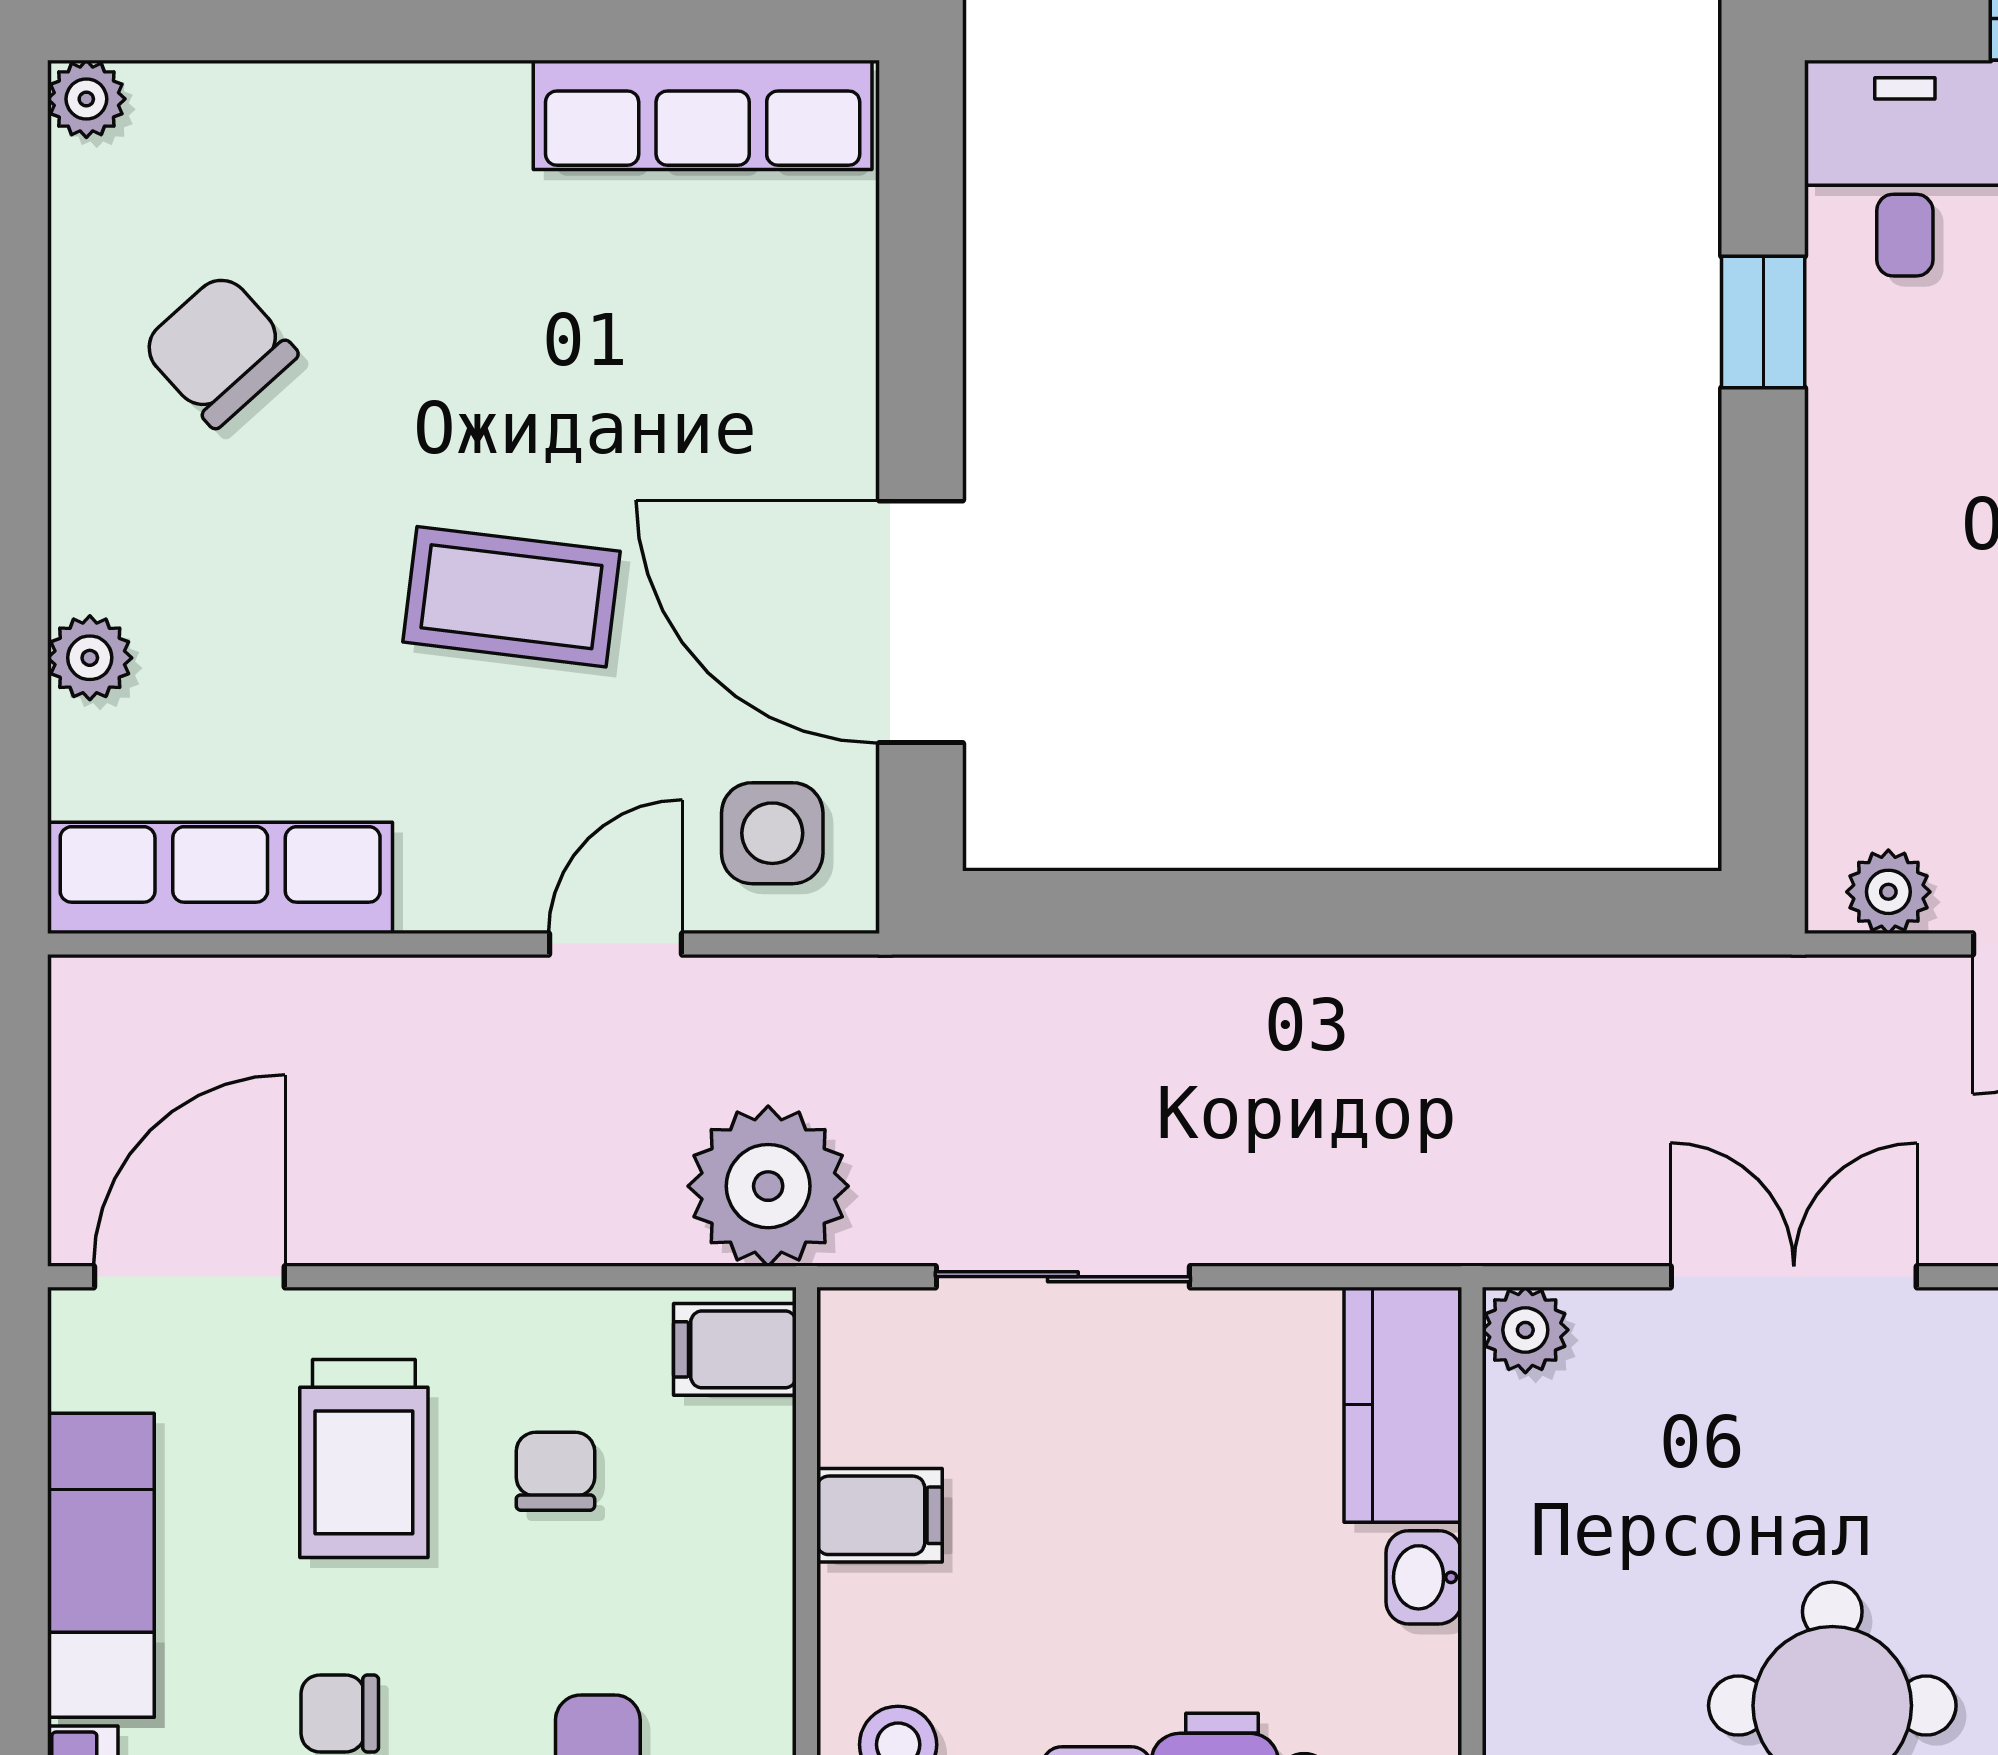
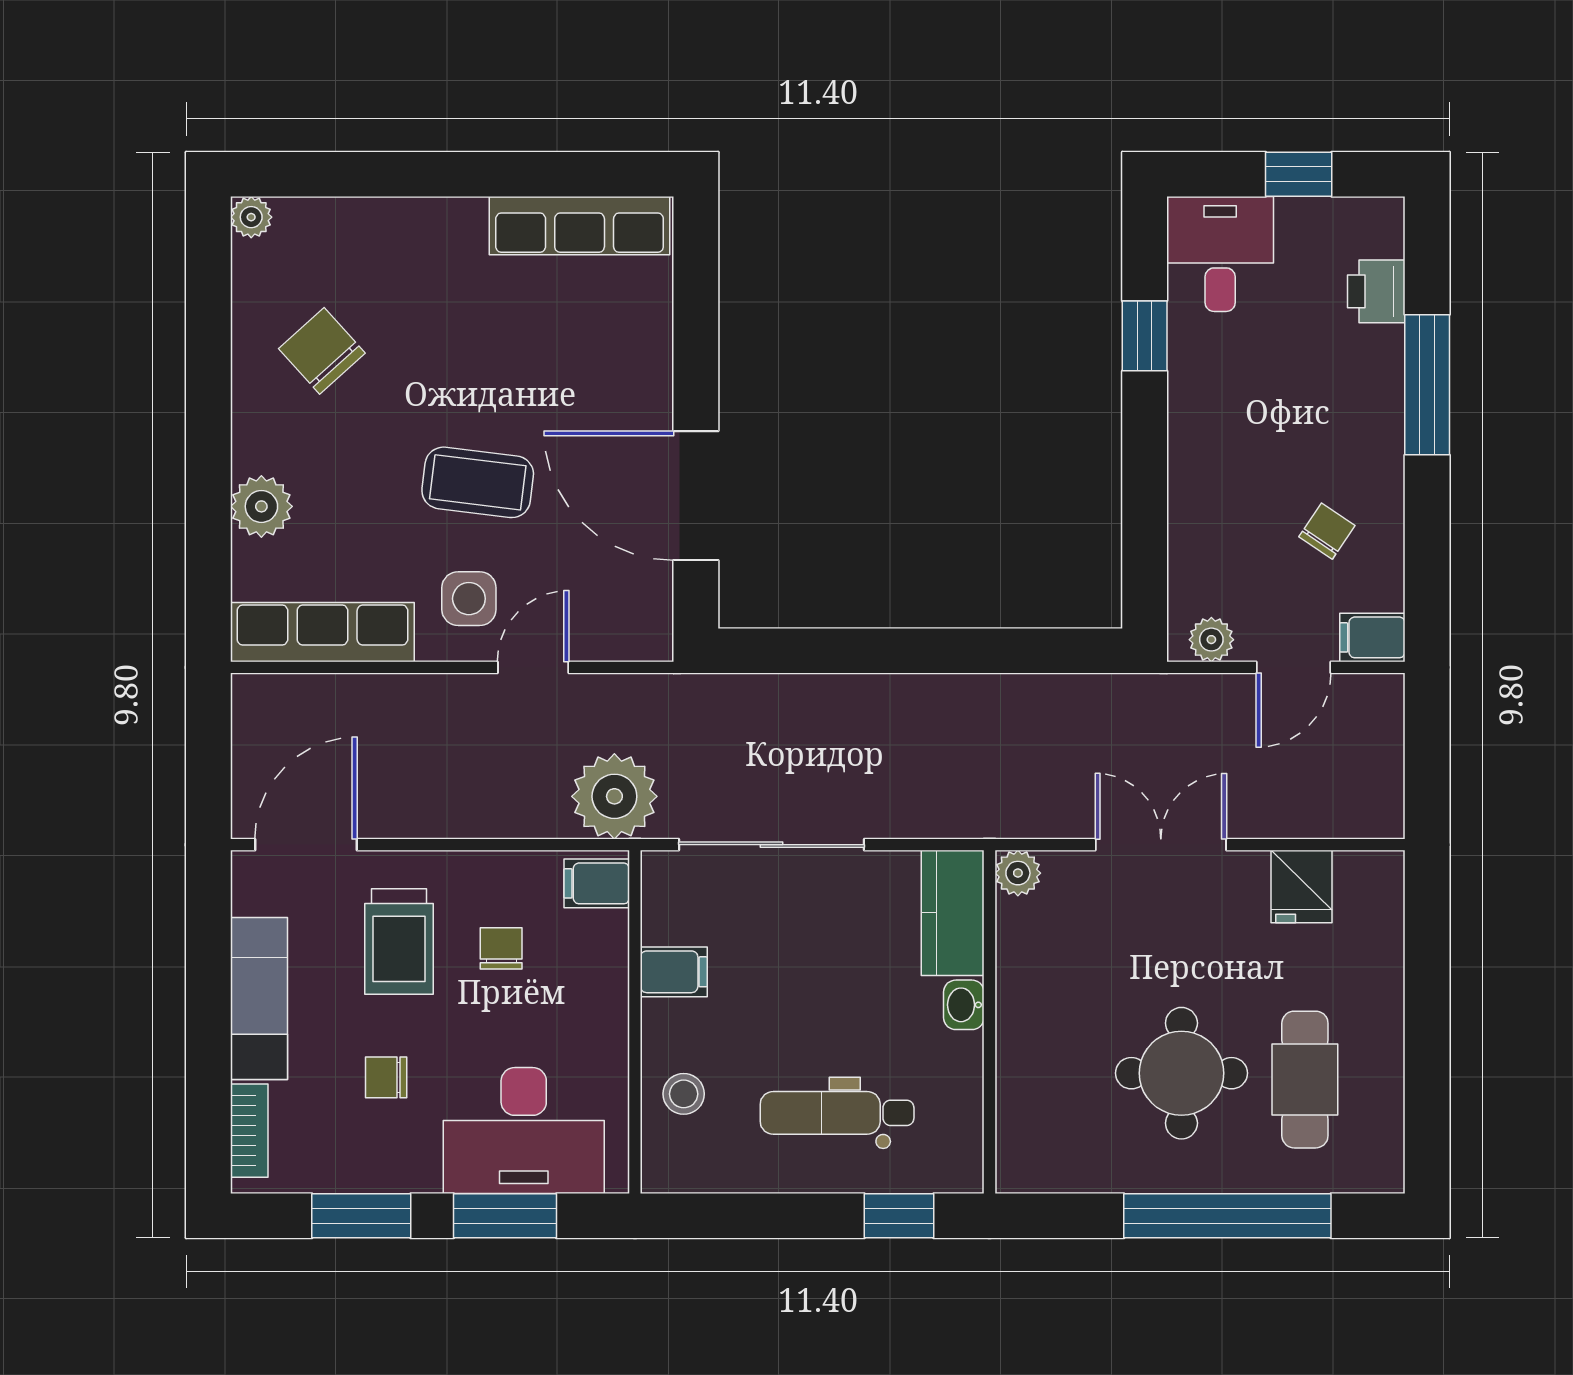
plant: (90, 658) -> (261, 506), width x1.38, depth x1.38
side table: (772, 833) -> (469, 599), moved
sliding door: (1063, 1277) -> (771, 845), width x1.37

